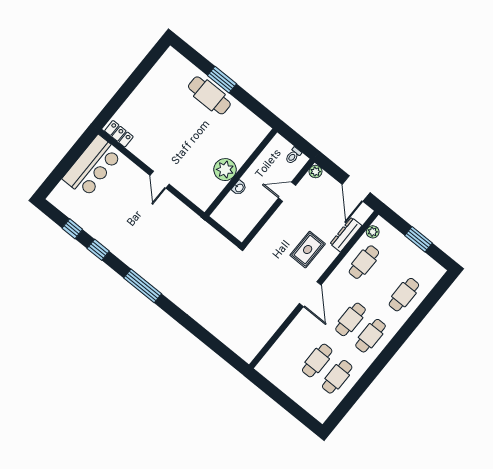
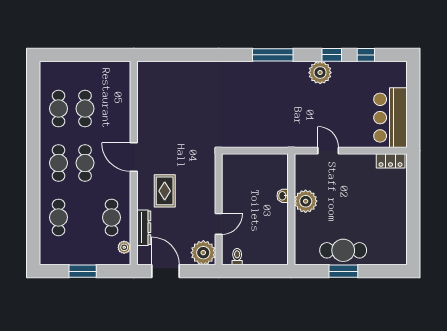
plant: (225, 170) -> (306, 201), moved
wall: (241, 172) -> (291, 209), moved
plant: (315, 172) -> (203, 253), width x1.87, depth x1.87
washbasin: (239, 188) -> (283, 196), moved
plant: (118, 244) -> (320, 73), added

